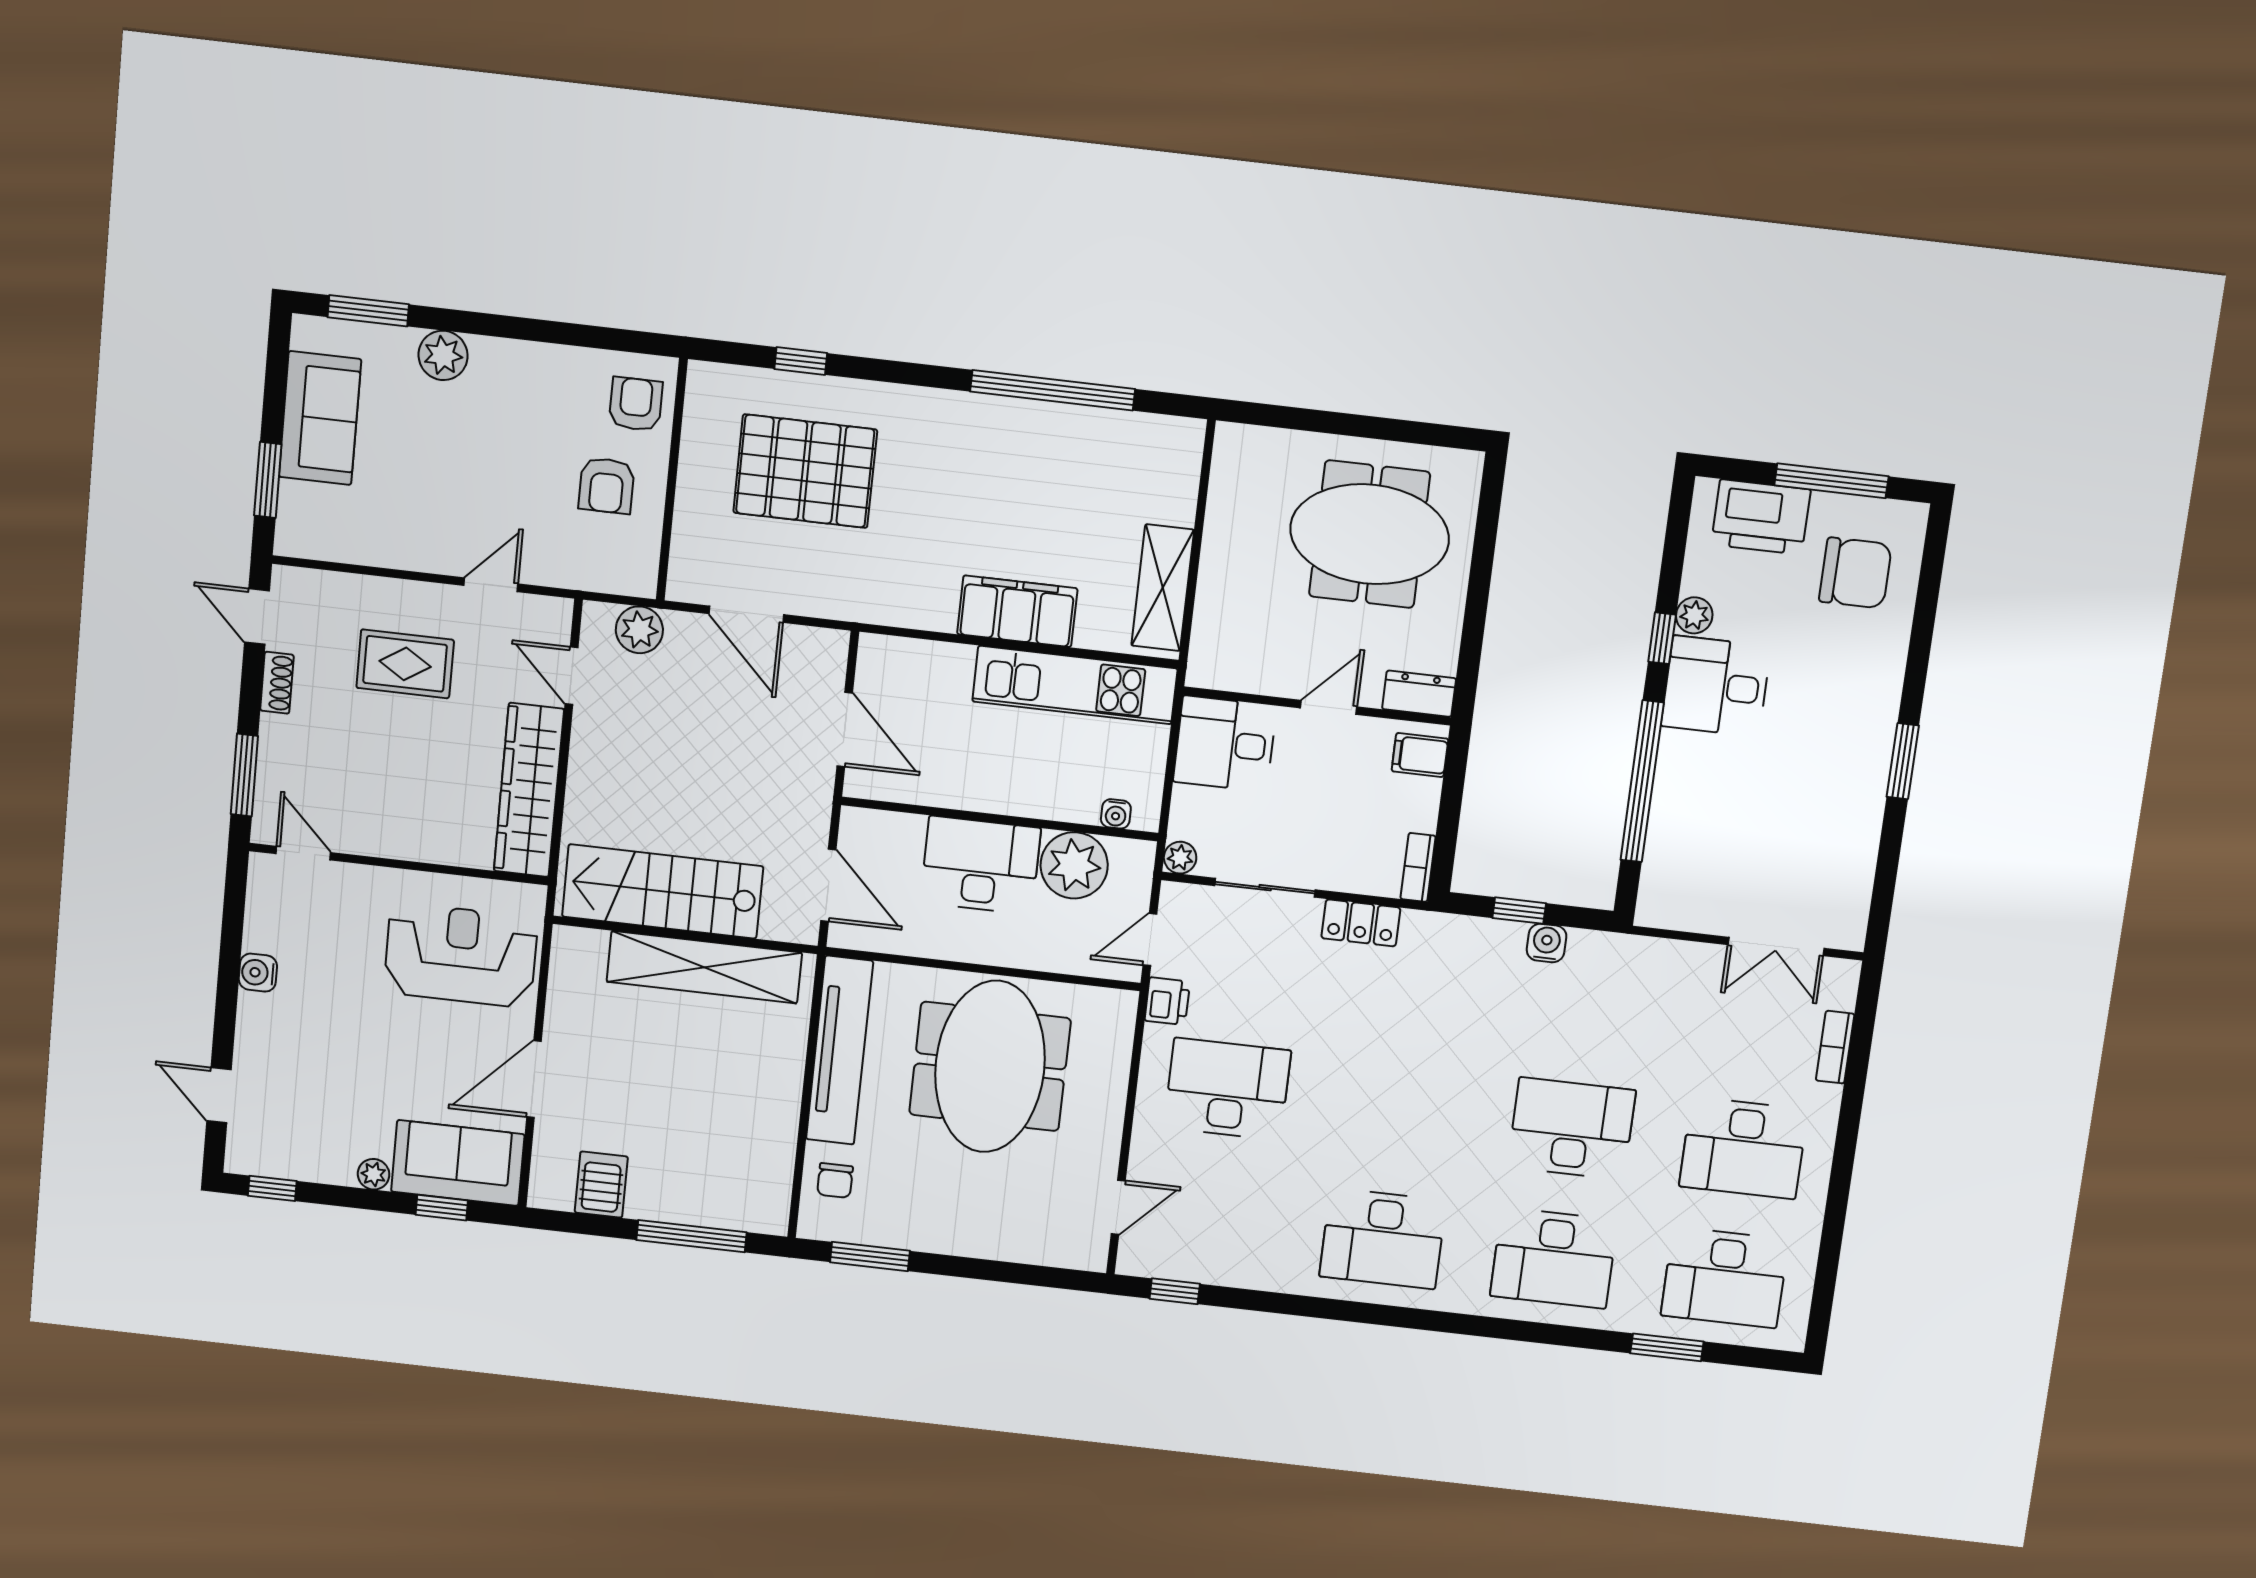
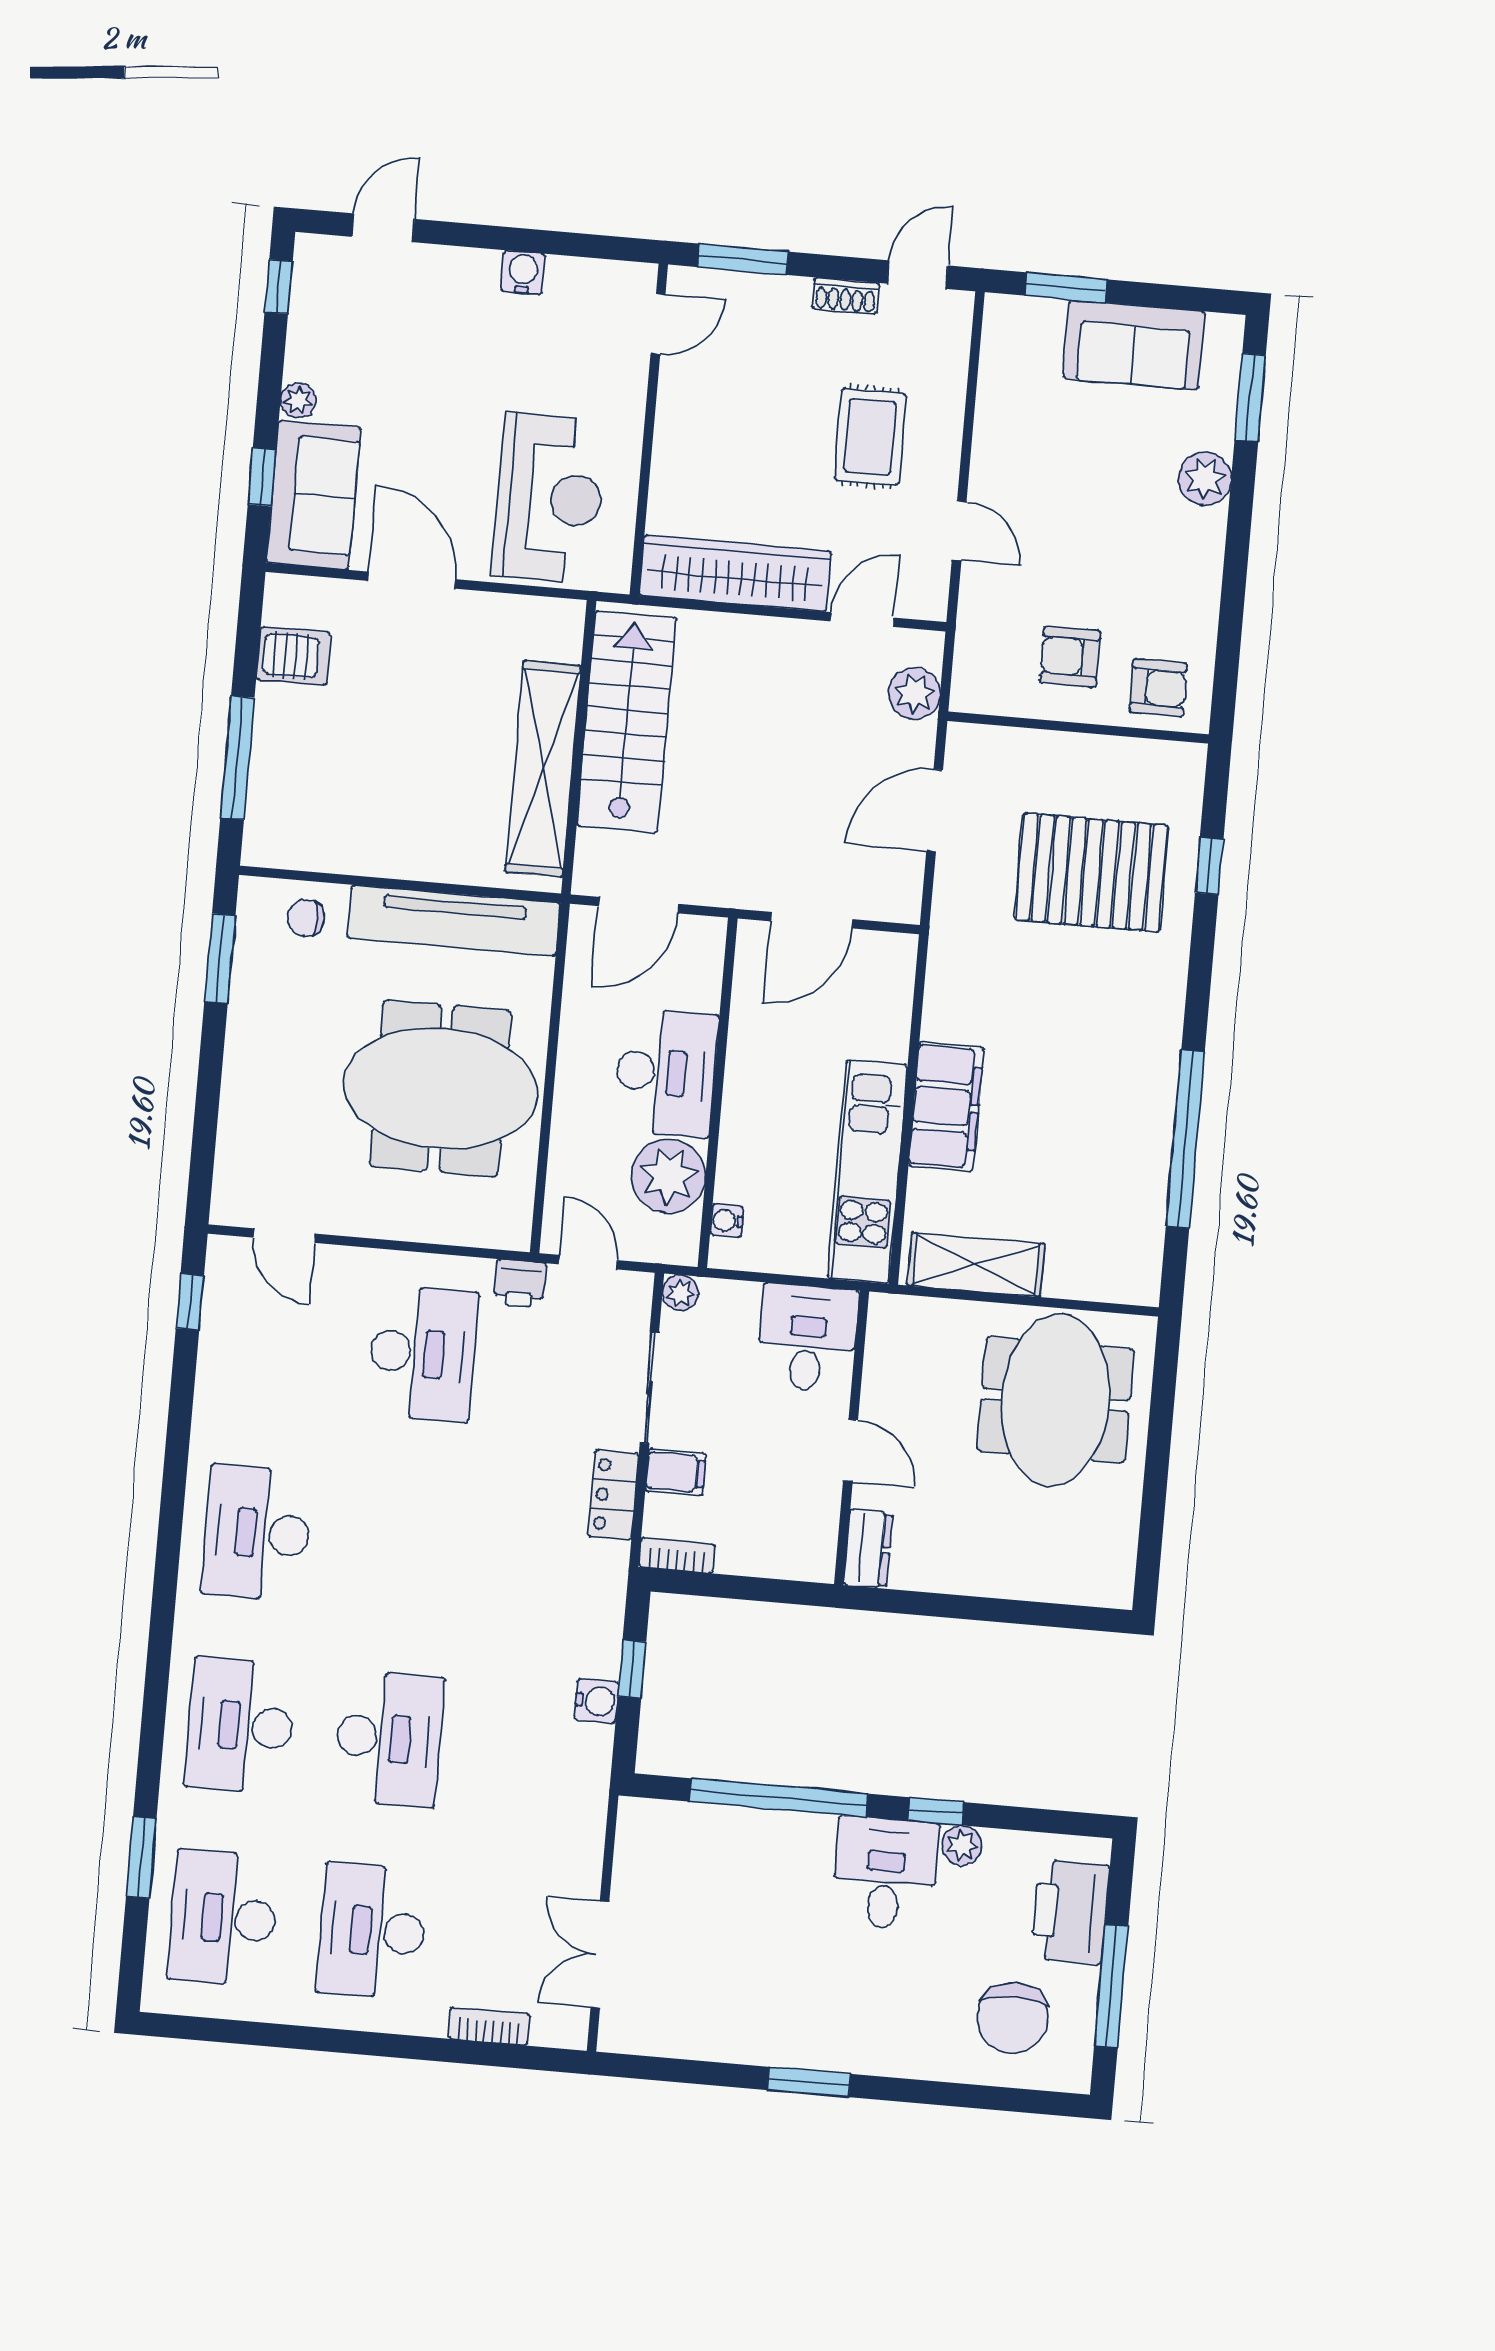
pallet: (805, 471) -> (1091, 873), turned 90
meeting table: (1370, 534) -> (1055, 1400), moved
filing cabinet: (1420, 755) -> (676, 1472), moved, turned 90

